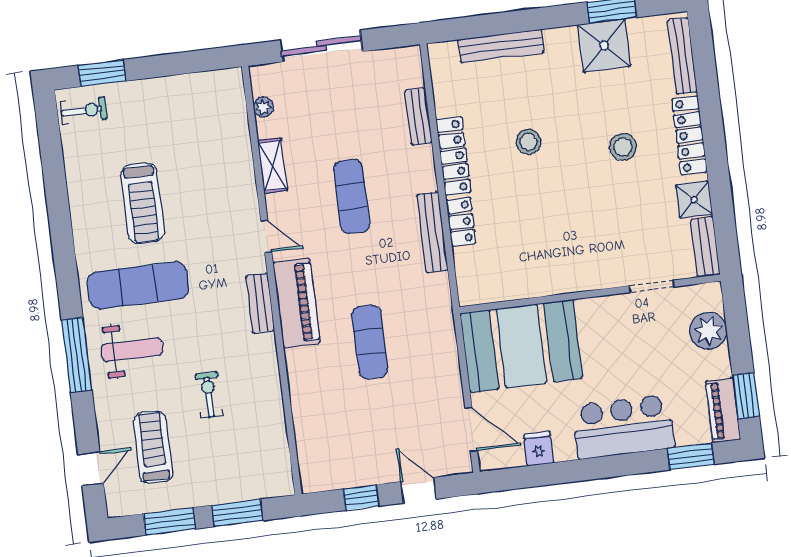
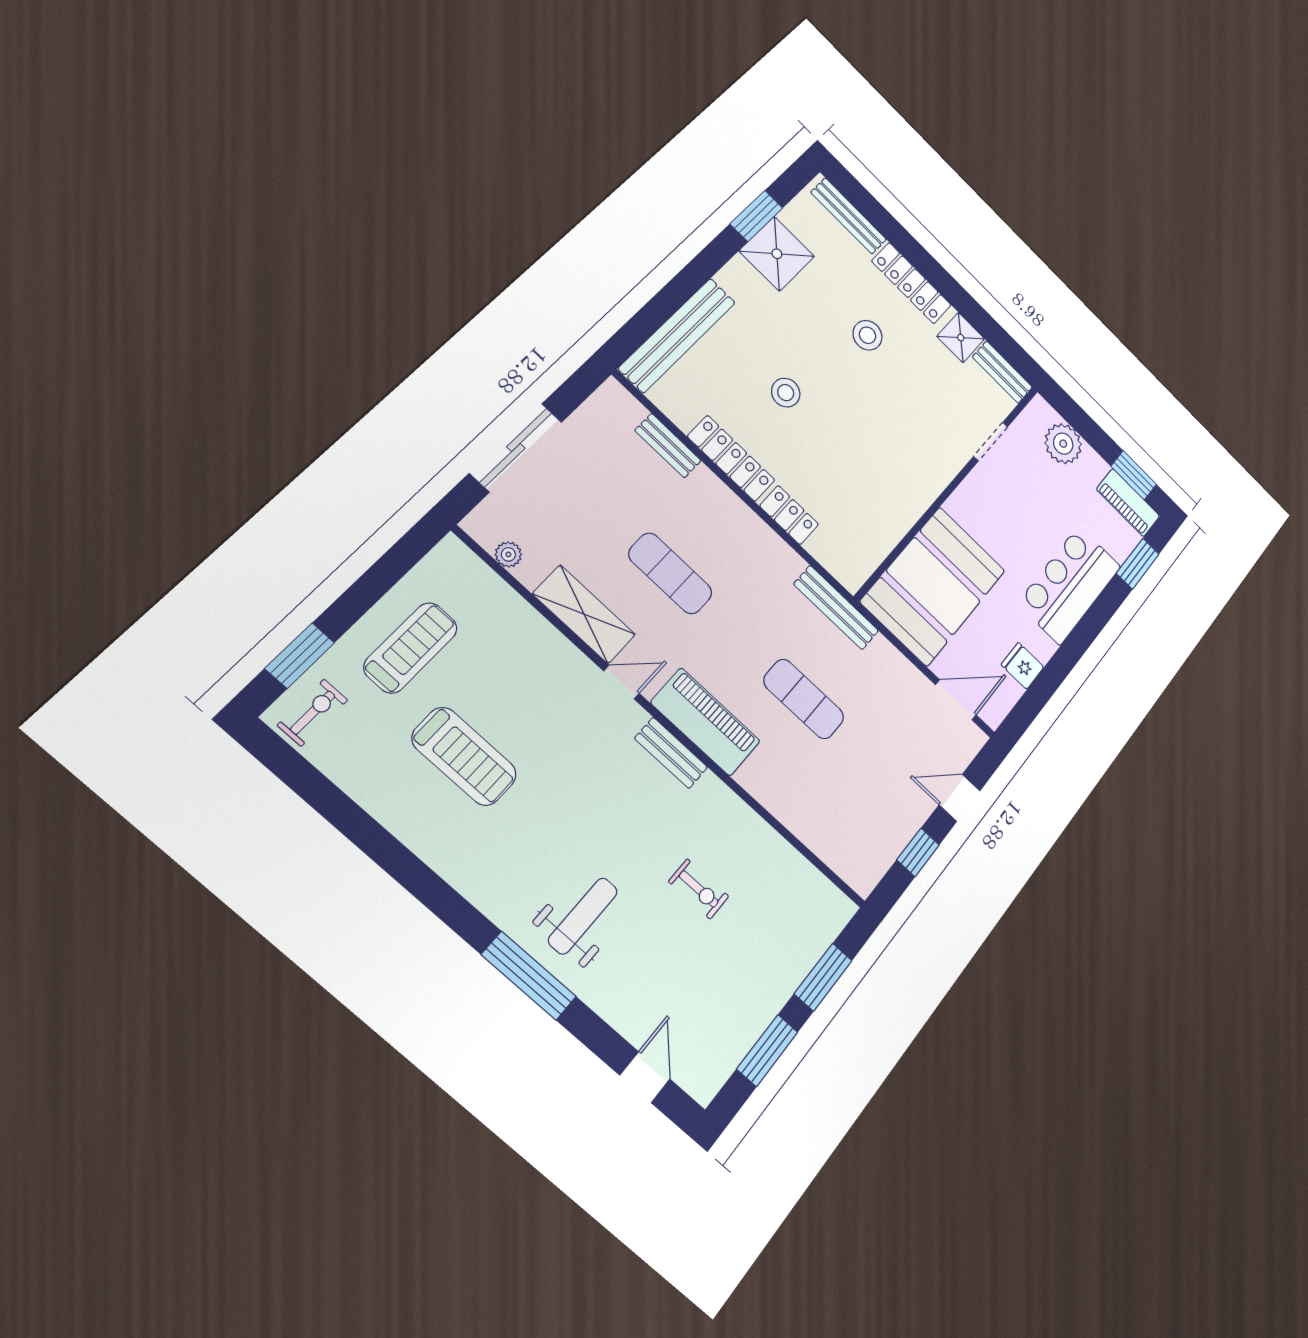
bench: (501, 46) -> (677, 335), width x1.37, depth x1.21
shelving: (273, 166) -> (584, 614), width x1.50, depth x1.33
bench: (432, 232) -> (836, 608), moved
exercise mat: (138, 285) -> (532, 845), removed
exercise bike: (209, 395) -> (699, 889), turned 180
treadmill: (153, 447) -> (411, 648), moved, turned 90

